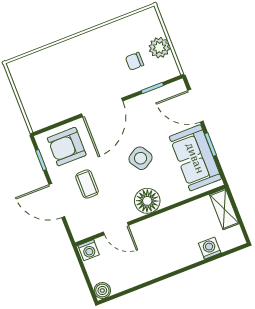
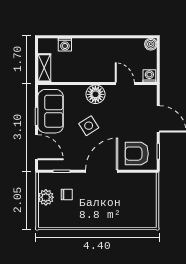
armchair: (67, 147) -> (137, 154), turned 180
coffee table: (87, 184) -> (133, 122), removed

